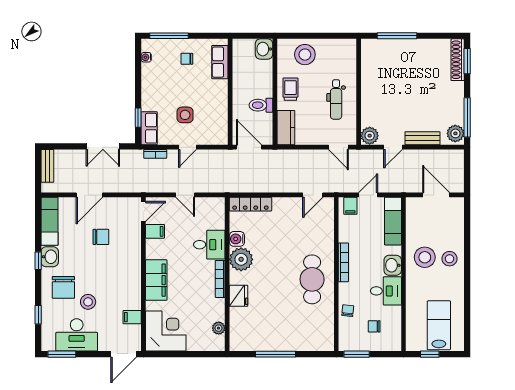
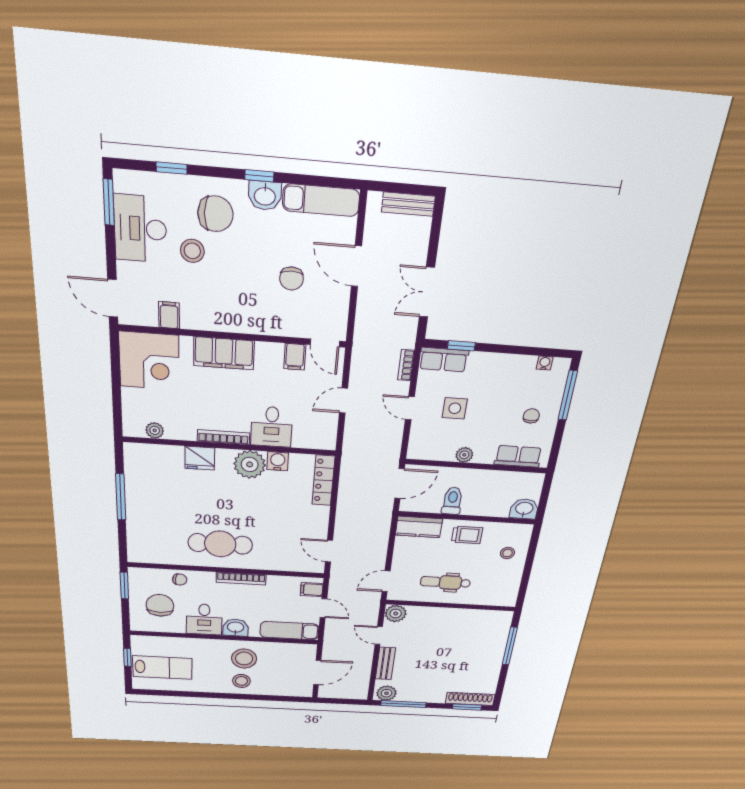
stool: (305, 55) -> (507, 553), width x0.53, depth x0.53
plant: (222, 102) -> (464, 455), added
chair: (63, 287) -> (215, 214), turned 180
chair: (374, 326) -> (160, 605), width x1.87, depth x1.87

